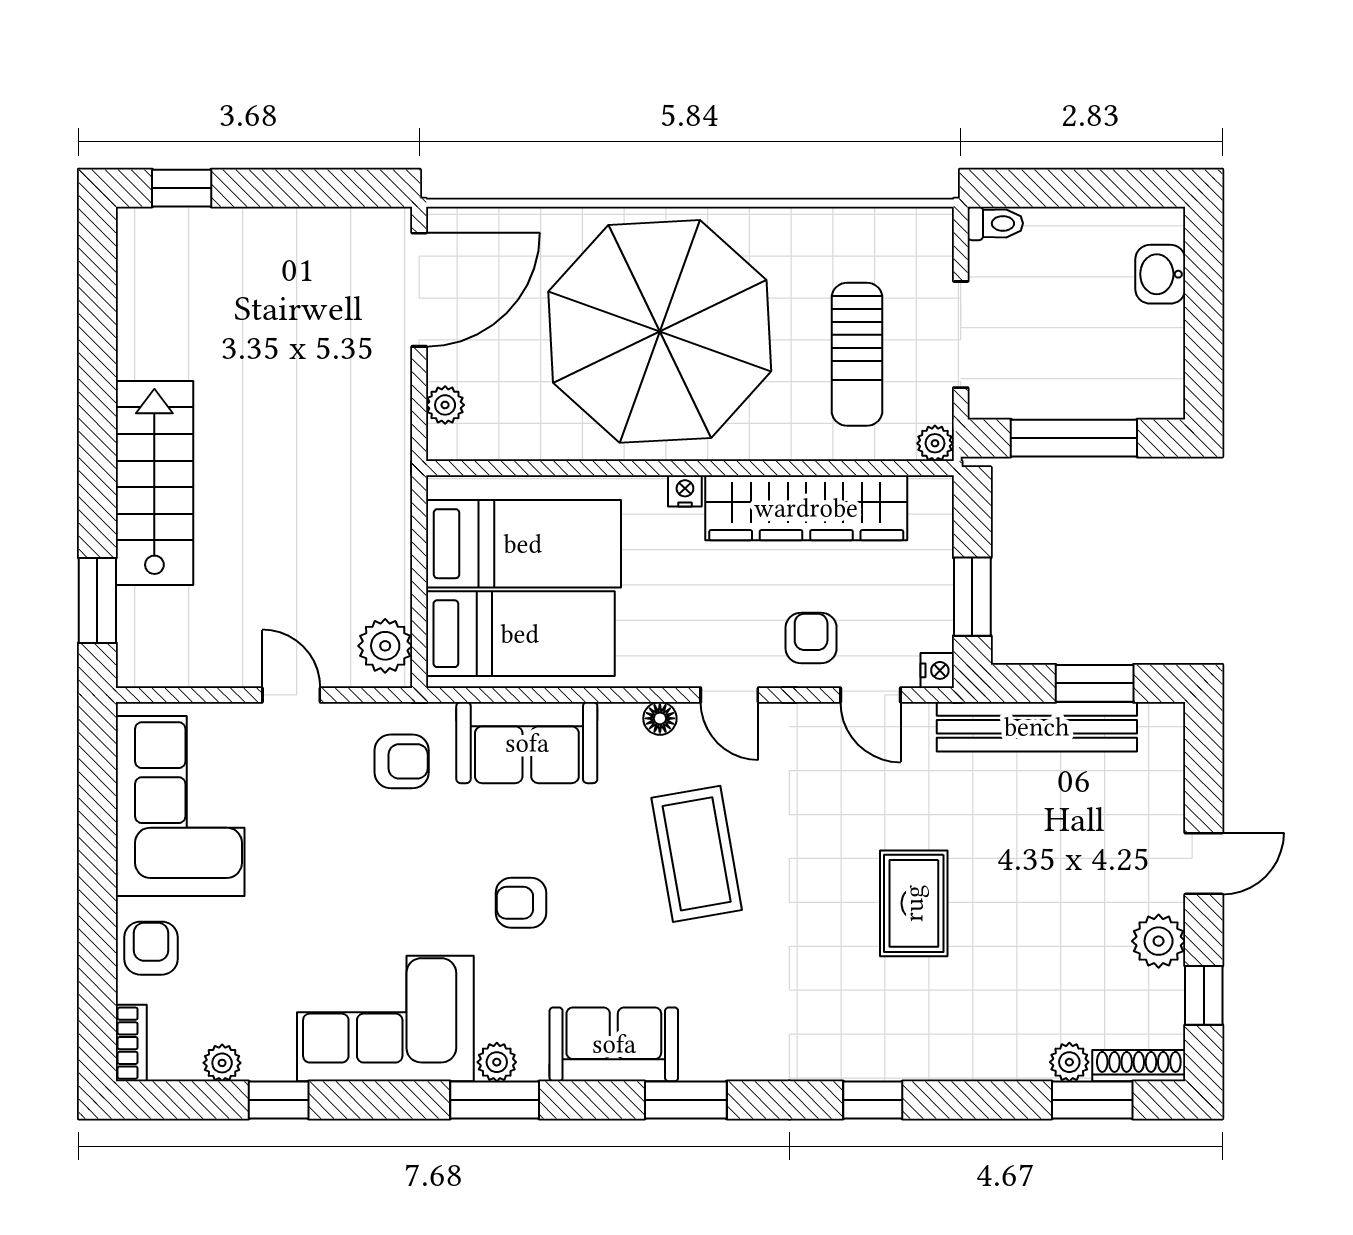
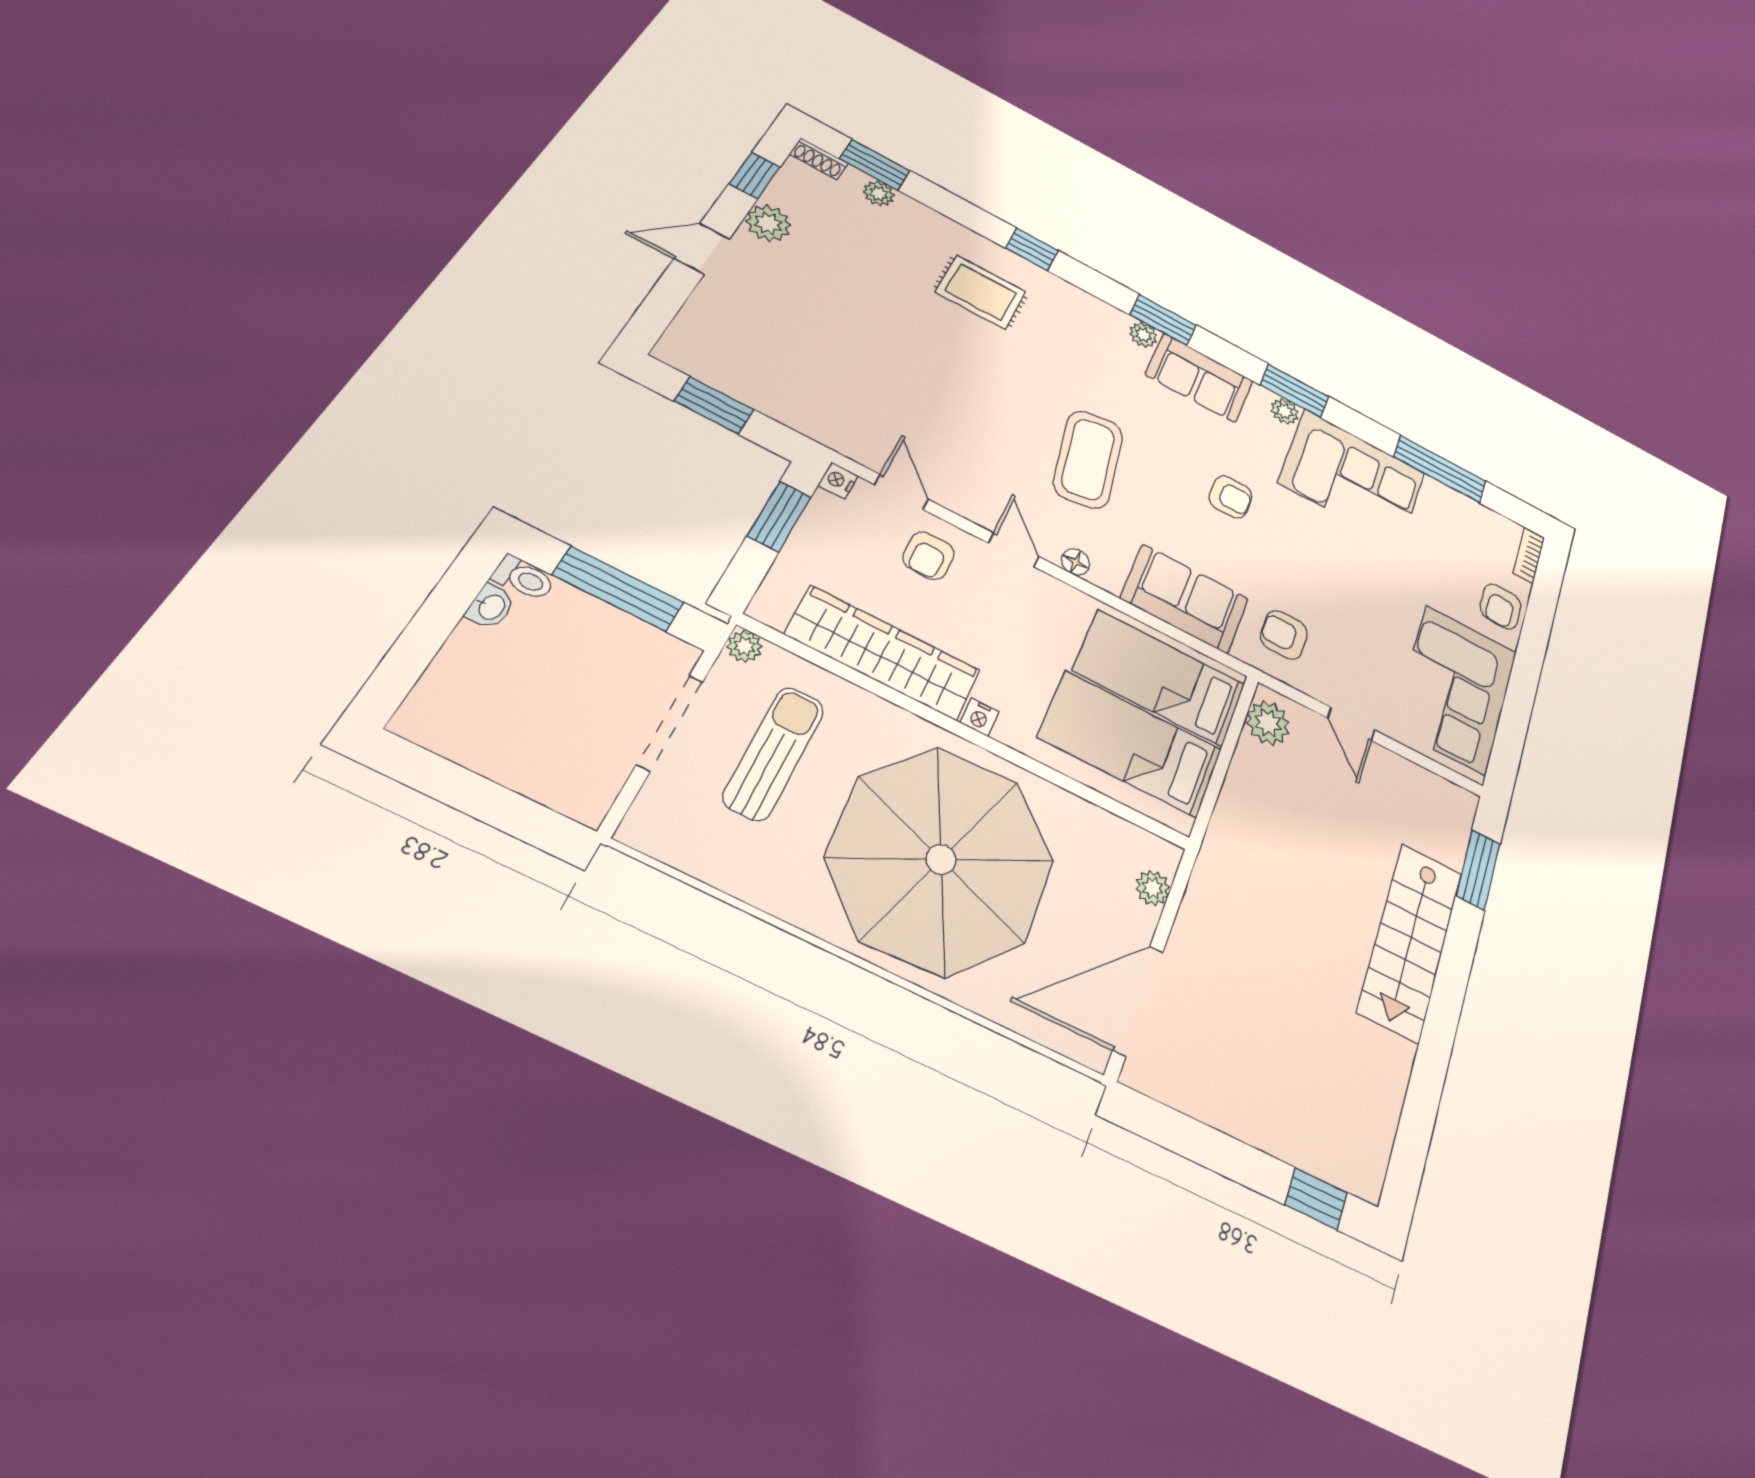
toilet: (995, 223) -> (524, 578), moved, turned 180
washbasin: (1160, 274) -> (491, 607), moved, width x0.72, depth x0.69
bench: (1037, 727) -> (779, 402), removed
rug: (914, 903) -> (981, 292), moved, turned 90
plant: (222, 1063) -> (1143, 335), moved
shoe rack: (1139, 1066) -> (819, 159), width x0.70
window: (279, 1100) -> (1440, 469), width x2.17

